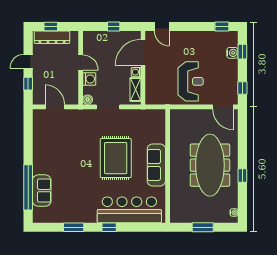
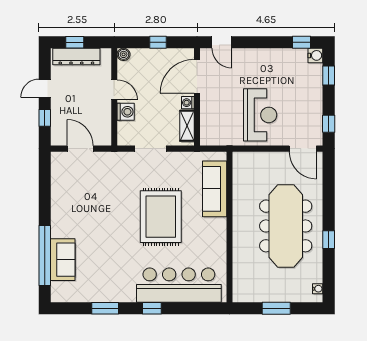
water cooler: (232, 53) -> (315, 55), moved
boiler: (88, 100) -> (124, 54), moved
sofa: (156, 165) -> (215, 189), moved

